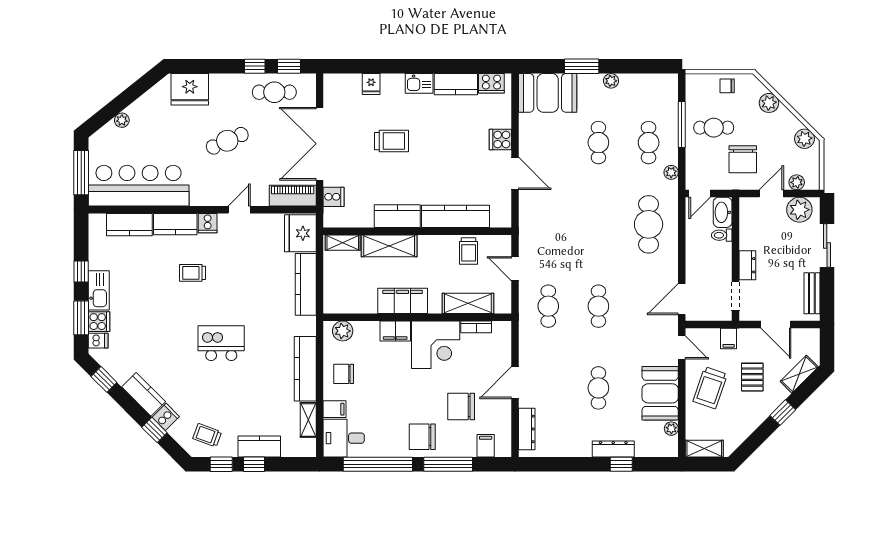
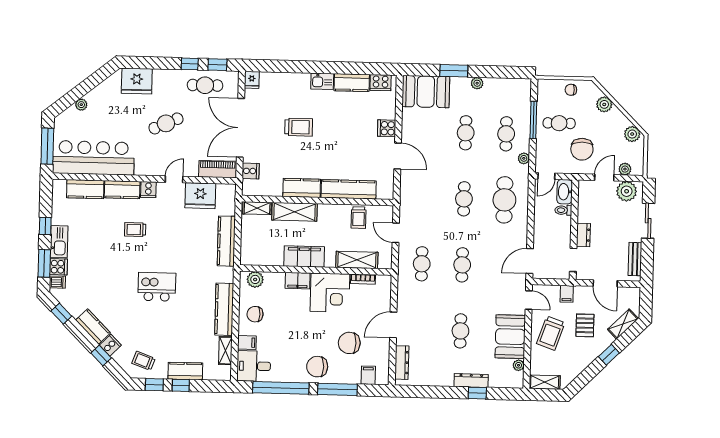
fridge: (371, 84) -> (252, 80), moved
cafe table: (598, 224) -> (464, 199), added
fridge: (300, 233) -> (200, 196), moved, turned -90

